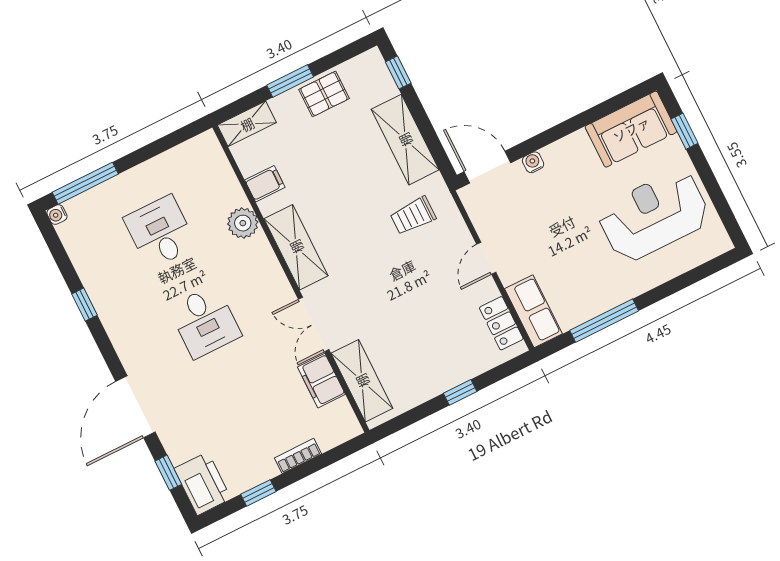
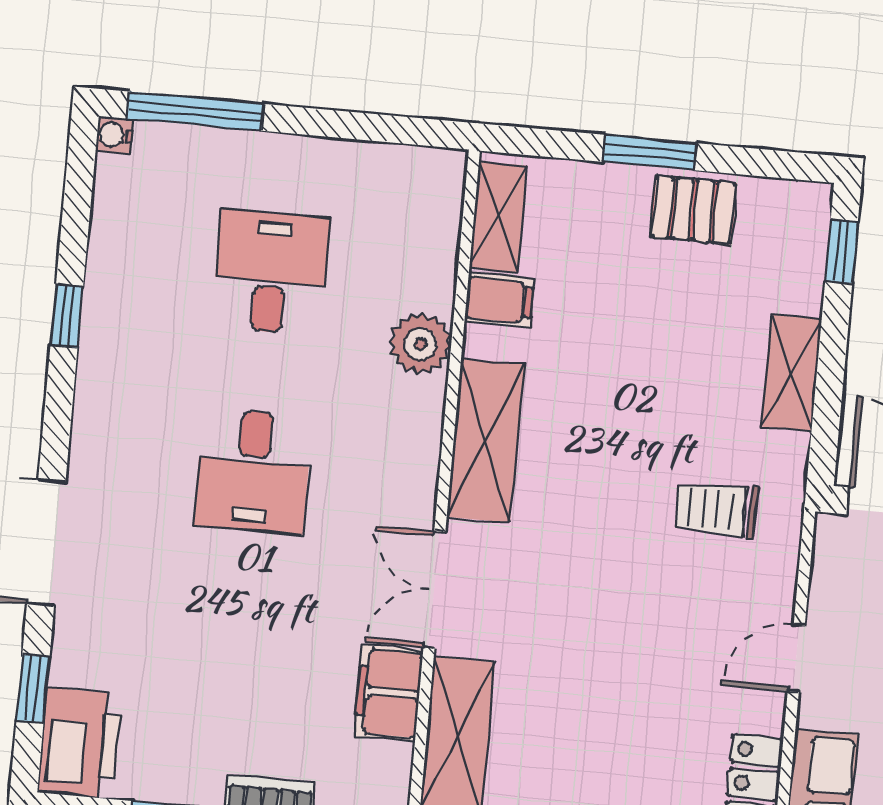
shelving: (247, 124) -> (498, 217), moved, turned 90
shelving: (405, 140) -> (791, 373), width x0.67, depth x0.75

